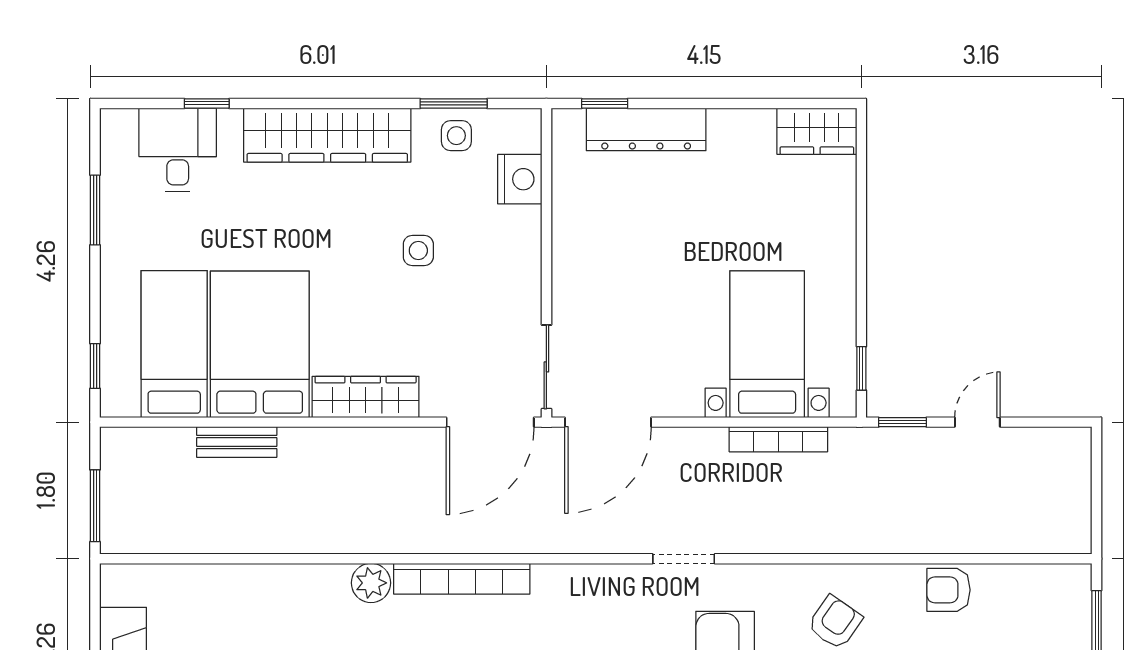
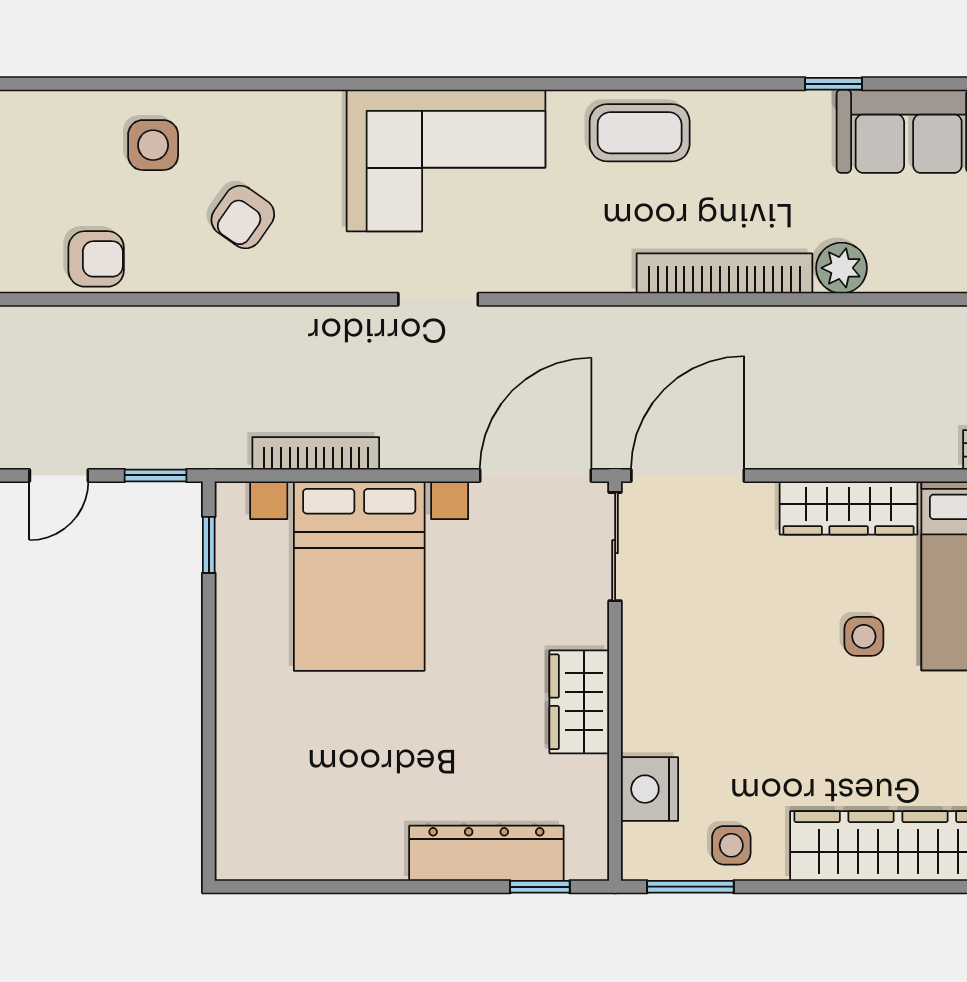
window: (454, 103) -> (690, 887), moved
wardrobe: (817, 131) -> (579, 702), moved, turned -90
side table: (418, 250) -> (864, 636), moved
bed with nightstands: (767, 344) -> (359, 576), width x1.36

